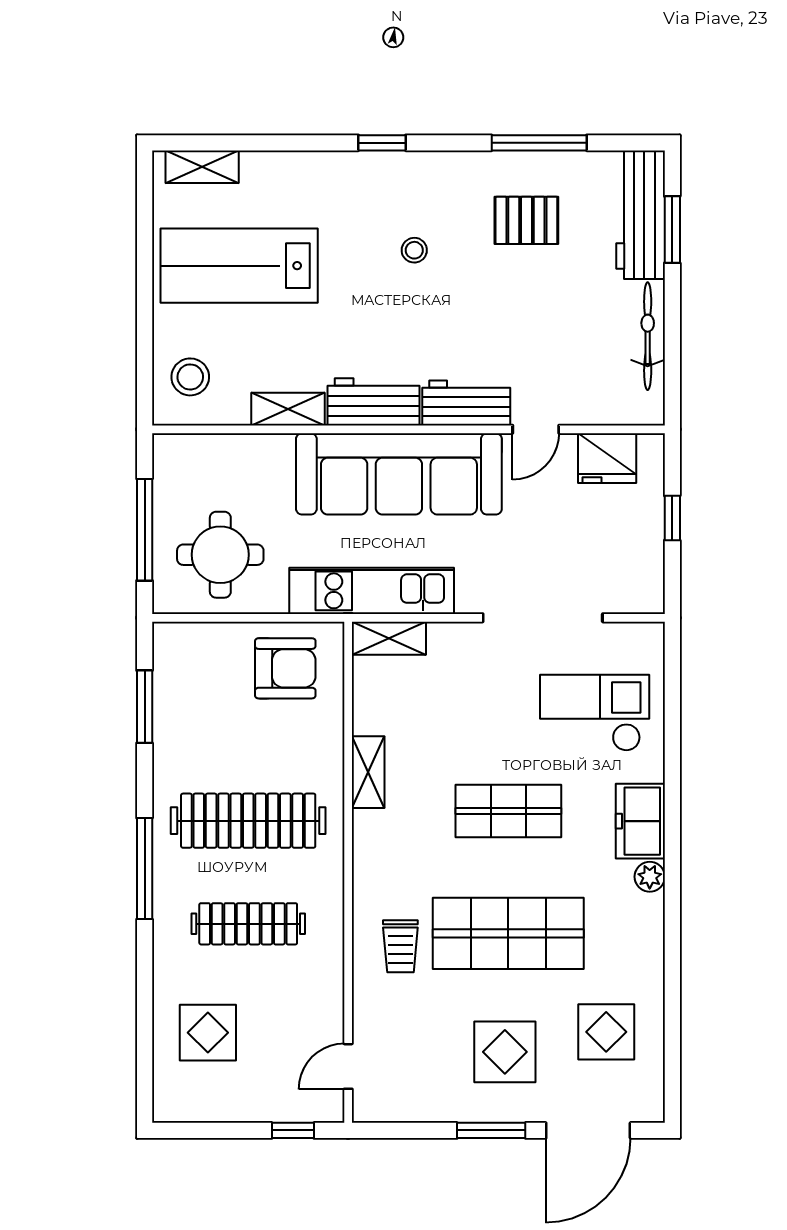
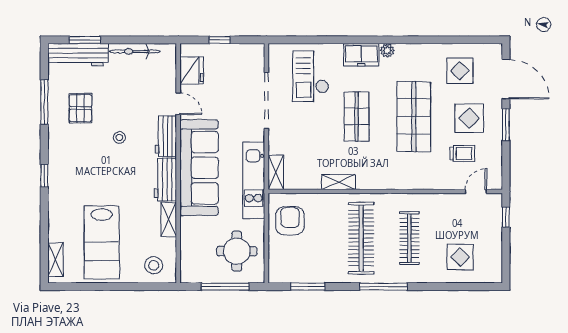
stool: (414, 250) -> (119, 138), moved
trolley: (400, 946) -> (462, 153), moved
door: (348, 1066) -> (476, 191), swing flipped

